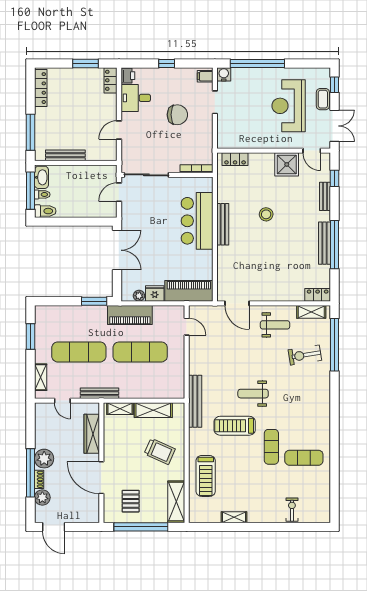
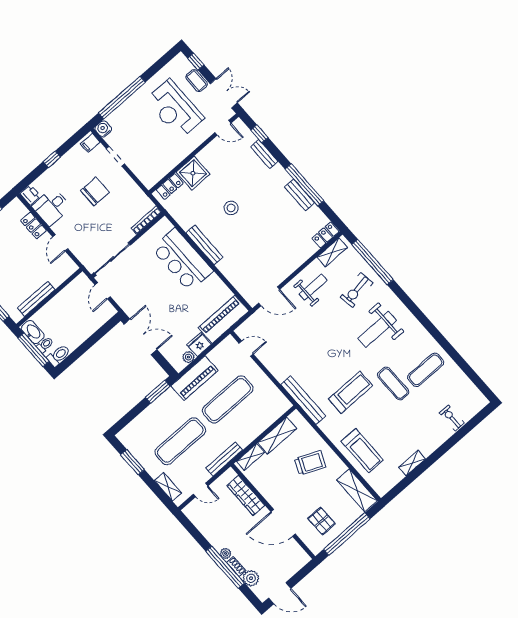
locker: (111, 80) -> (33, 226), moved
shower: (287, 164) -> (193, 173), moved
bench: (324, 243) -> (300, 195), width x0.73
weight bench: (253, 394) -> (377, 329), moved, width x1.36, depth x1.33
treadmill: (235, 426) -> (350, 392), turned 180
plant: (44, 459) -> (226, 553), width x0.53, depth x0.53

